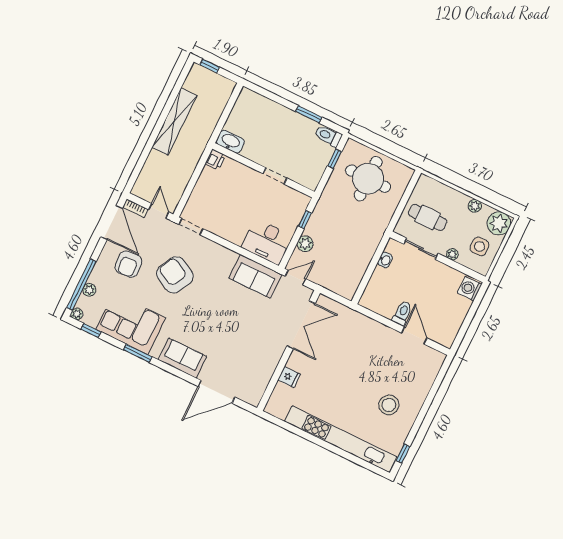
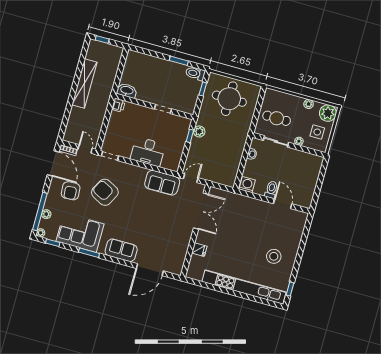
desk: (267, 242) -> (148, 152), moved
plant: (305, 244) -> (199, 131), moved
washing machine: (470, 289) -> (247, 185), moved, turned 90

